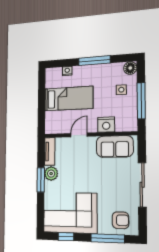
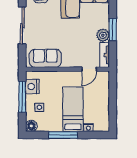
bed: (69, 99) -> (73, 109), moved, turned 90
nightstand: (106, 125) -> (32, 87), moved, turned -90
door: (79, 135) -> (89, 69), moved

